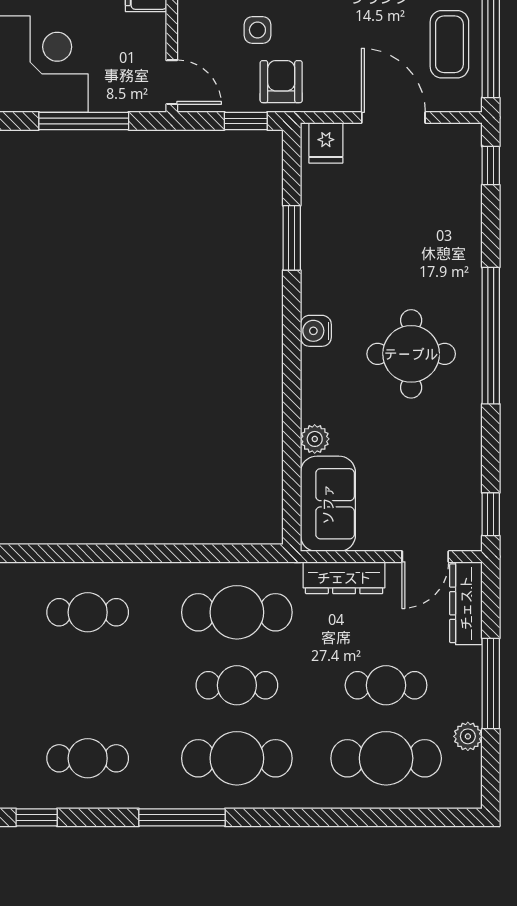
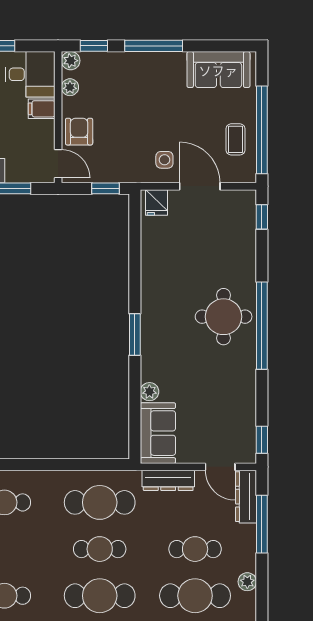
side table: (257, 30) -> (164, 160), moved
coffee table: (449, 44) -> (236, 139), width x0.73, depth x0.77
armchair: (281, 82) -> (79, 132), moved
window: (292, 238) -> (135, 334), moved
water cooler: (316, 331) -> (150, 323), removed
round table: (411, 354) -> (224, 317), moved
door: (425, 557) -> (220, 467), hinge flipped
window: (491, 684) -> (262, 524), moved

